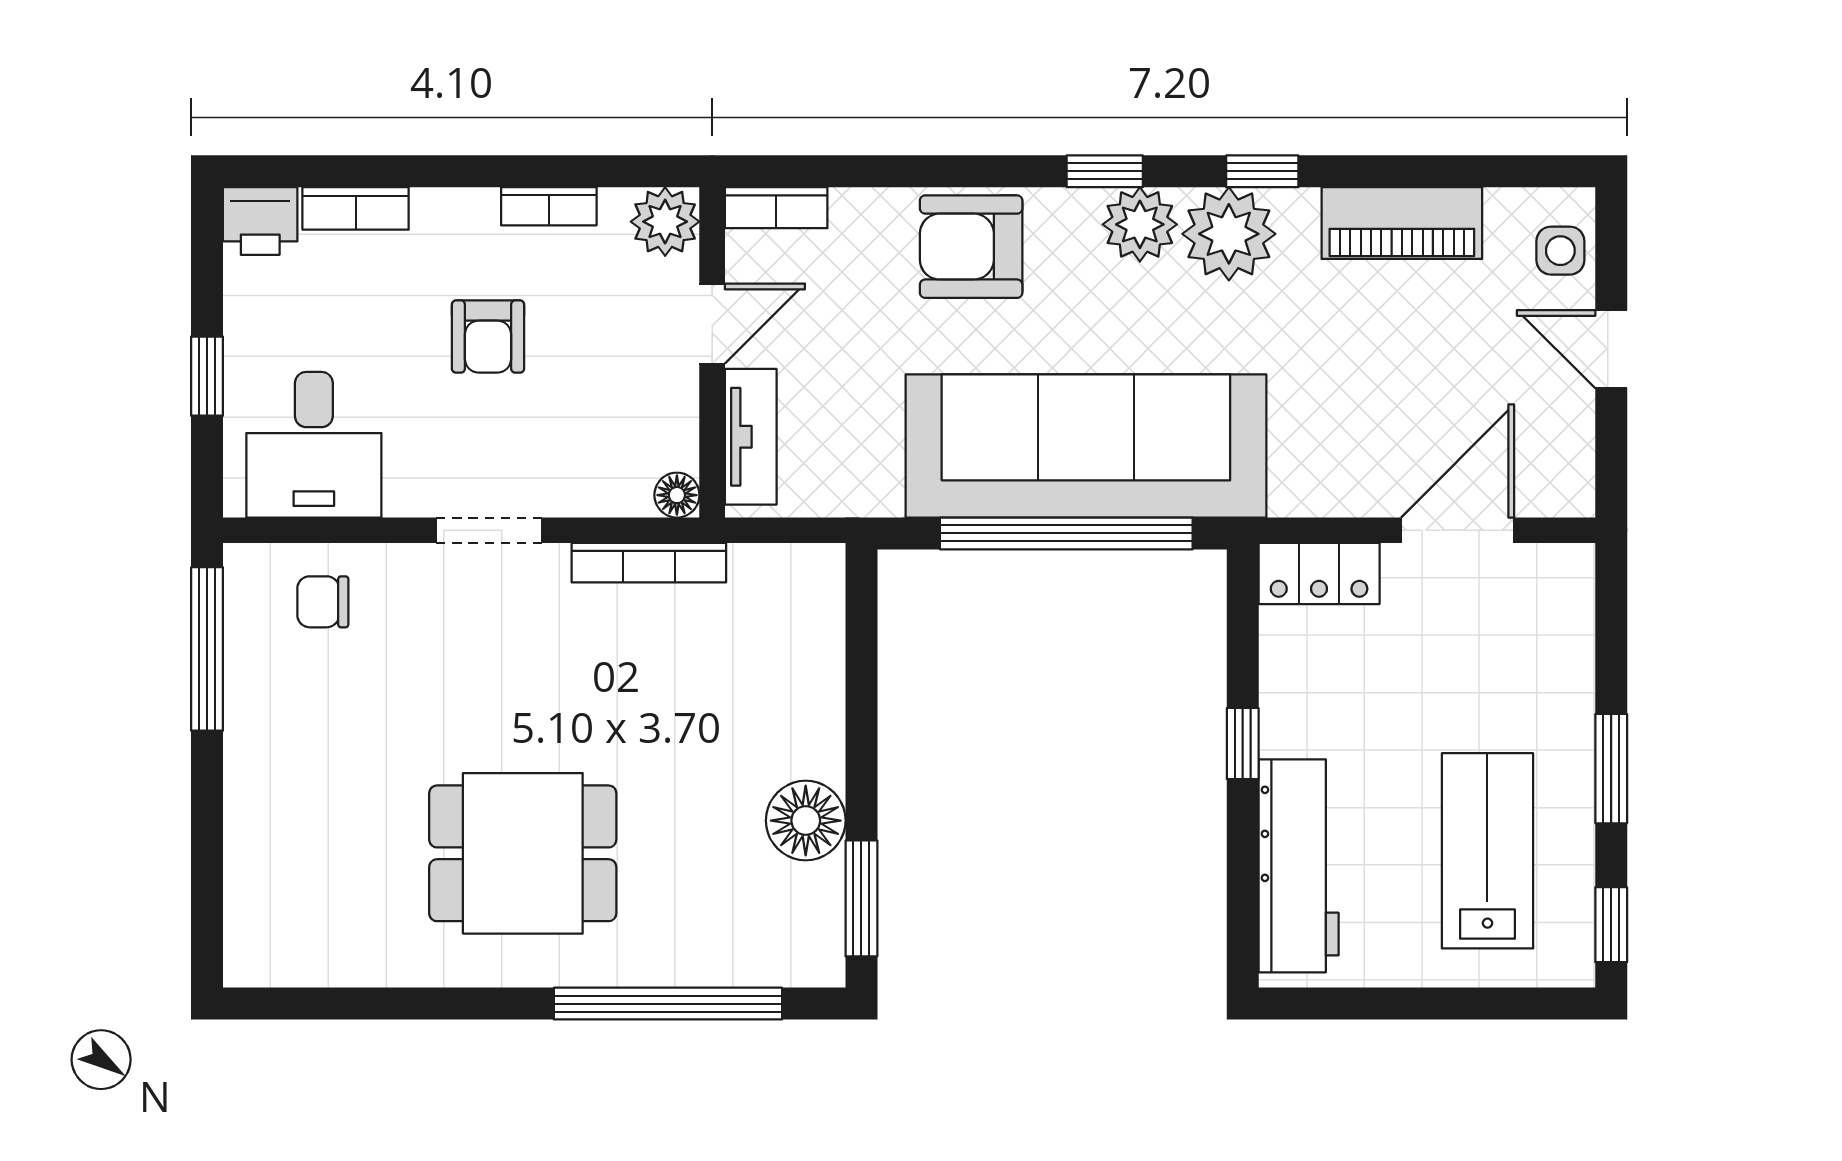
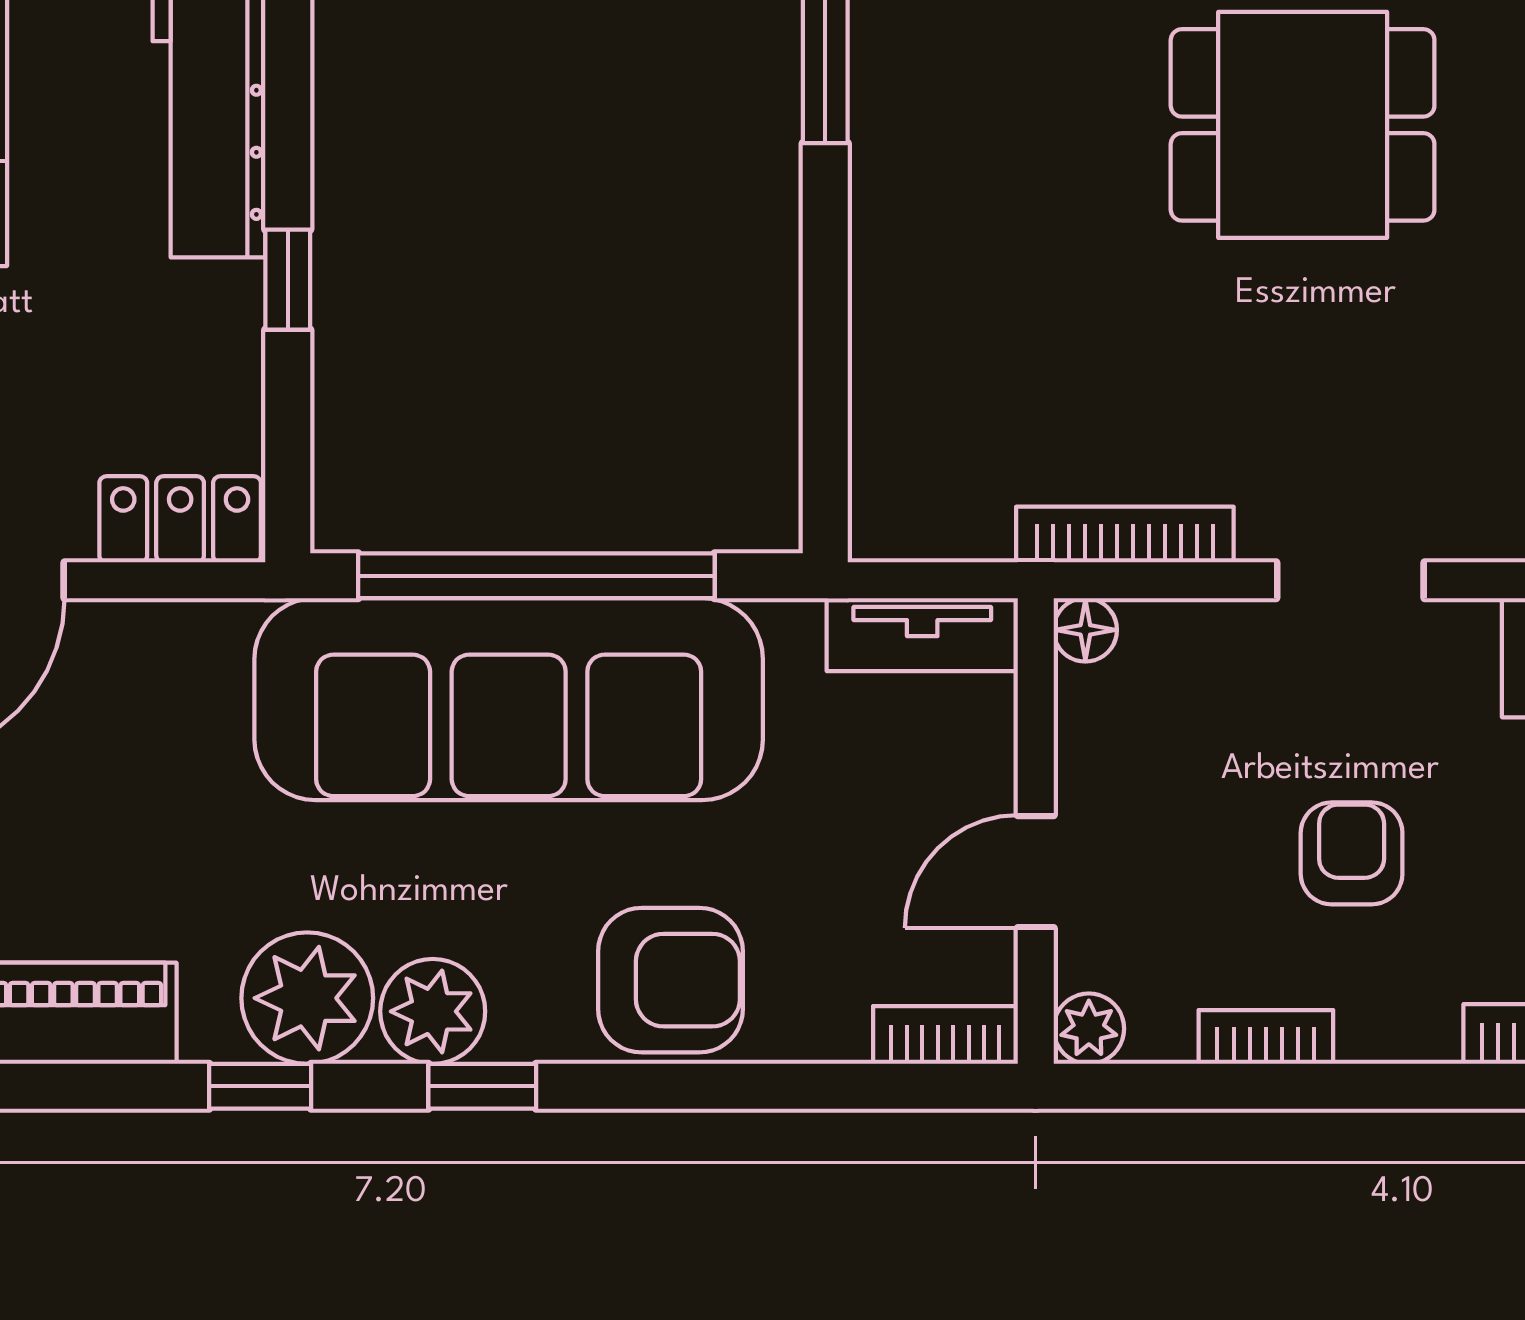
plant: (665, 222) -> (1089, 1029), width x0.73, depth x0.73
tv unit: (751, 437) -> (922, 635), moved, turned -90
floor lamp: (806, 821) -> (904, 171), removed

